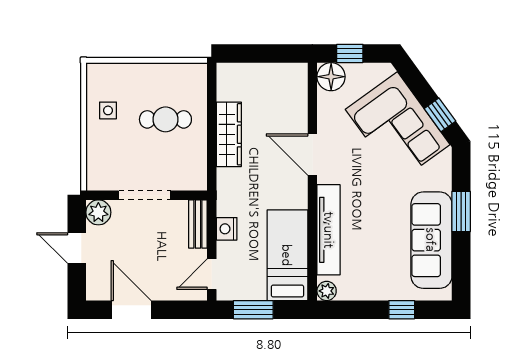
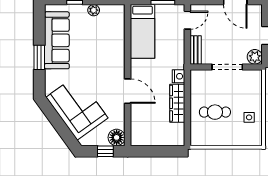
window: (440, 115) -> (52, 115), removed
nightstand: (227, 229) -> (179, 76), moved
tv unit: (329, 230) -> (118, 46), removed
plant: (327, 291) -> (94, 10), moved

